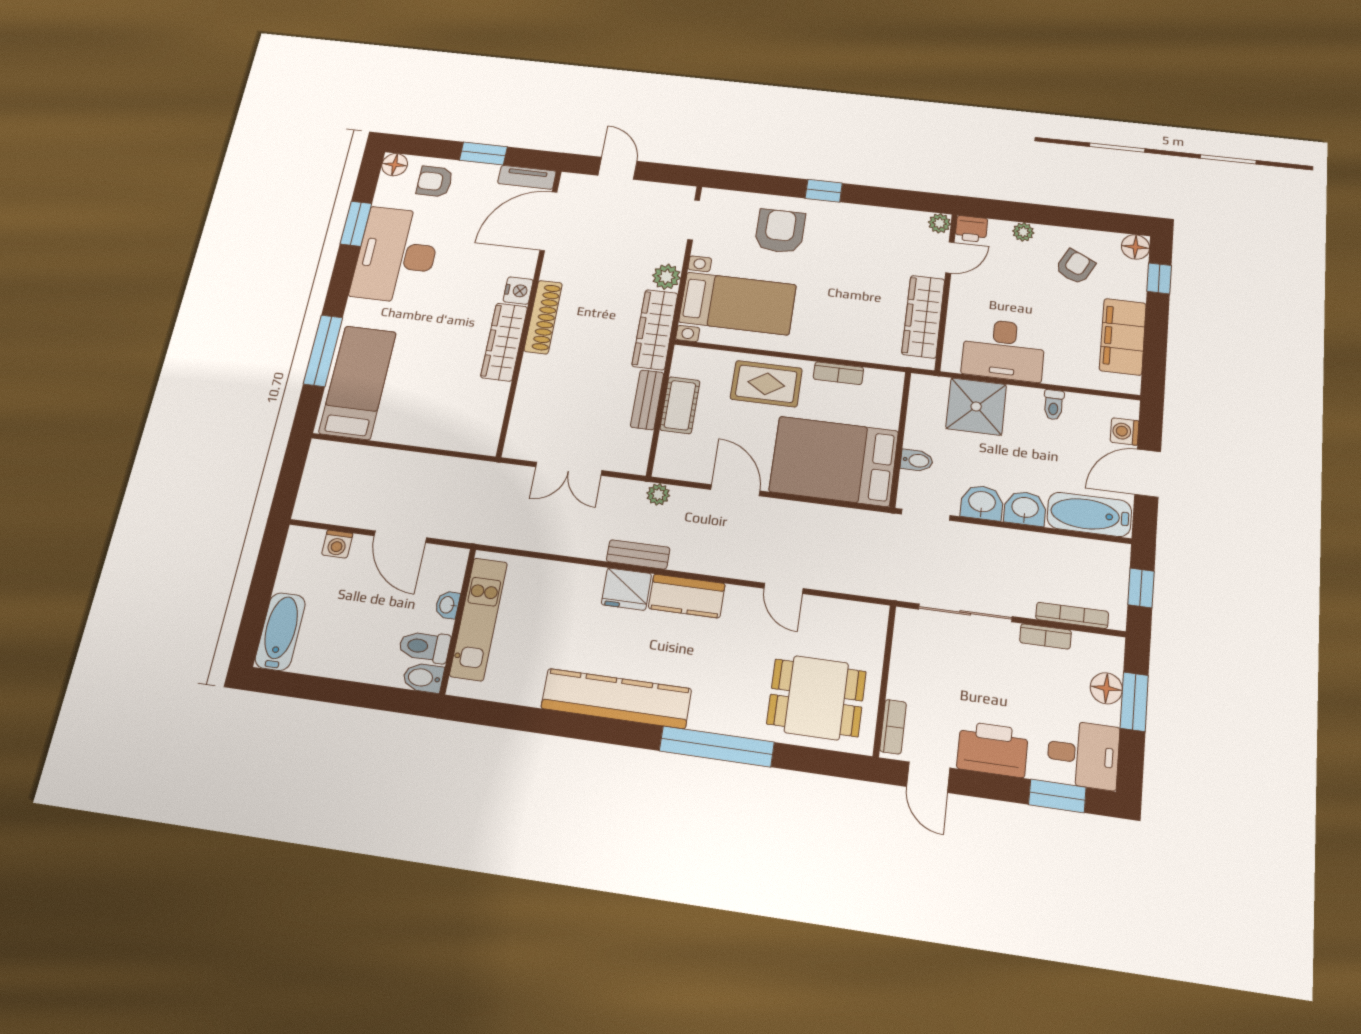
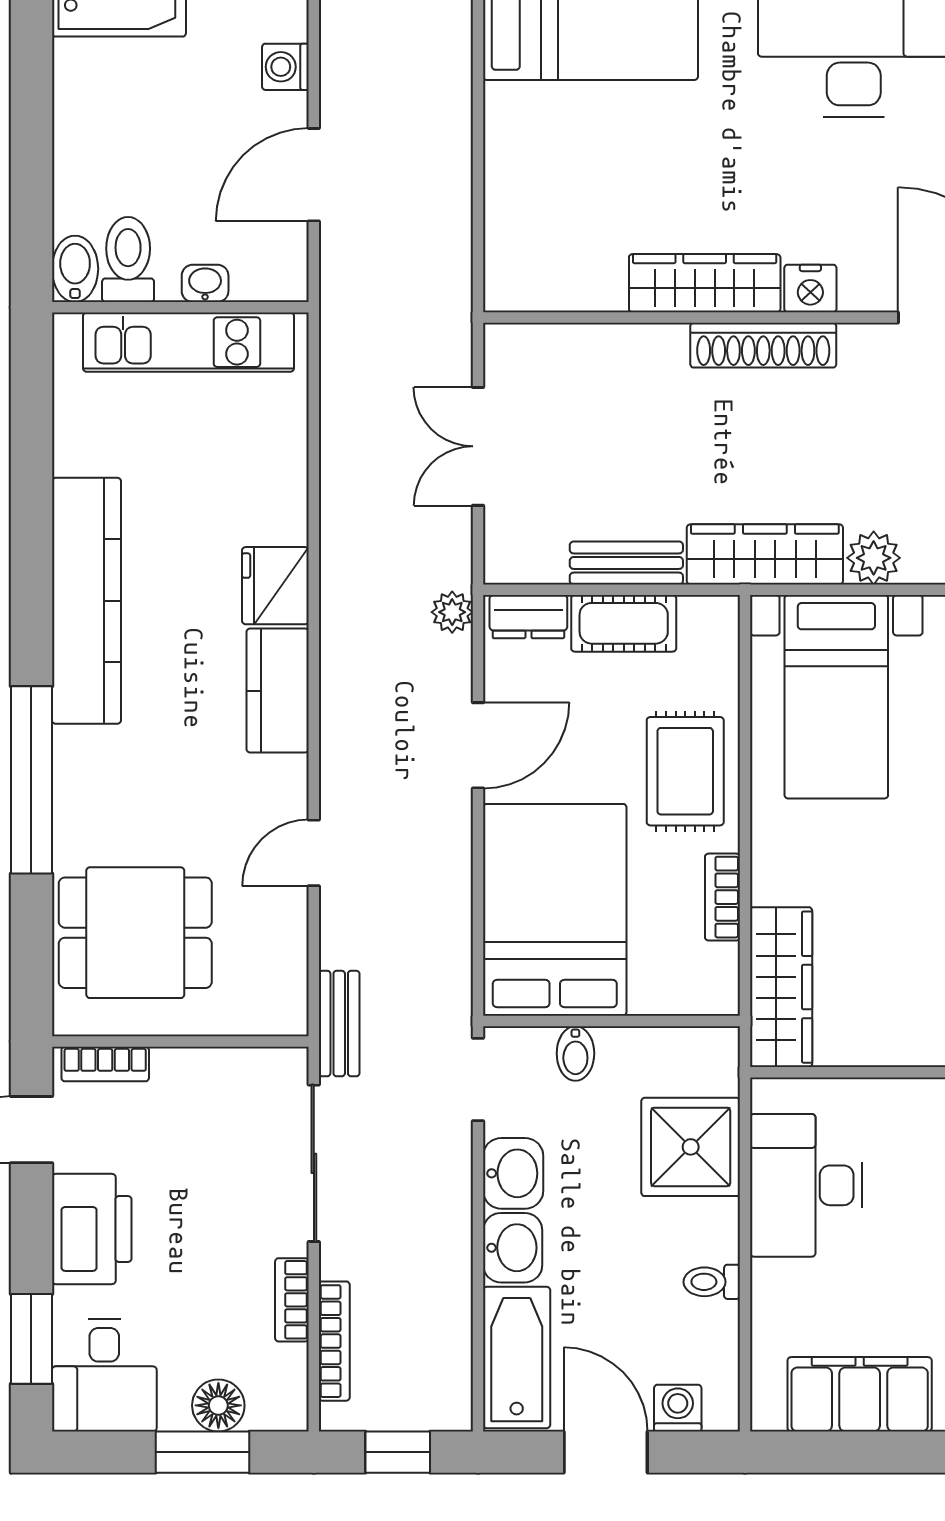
wardrobe: (923, 317) -> (781, 987), moved, turned 90
dresser: (668, 454) -> (528, 617), added
bench: (638, 554) -> (339, 1024), moved
dining table: (816, 698) -> (135, 933), turned 90

